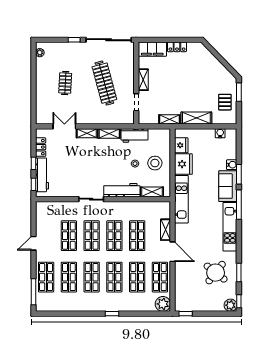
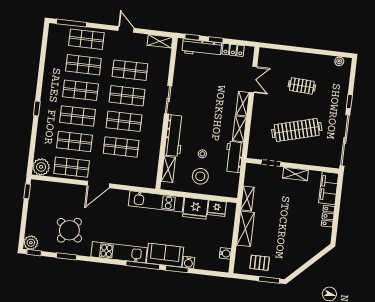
shelving: (166, 230) -> (160, 41), moved

